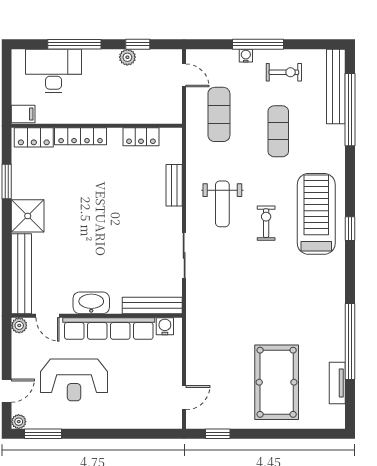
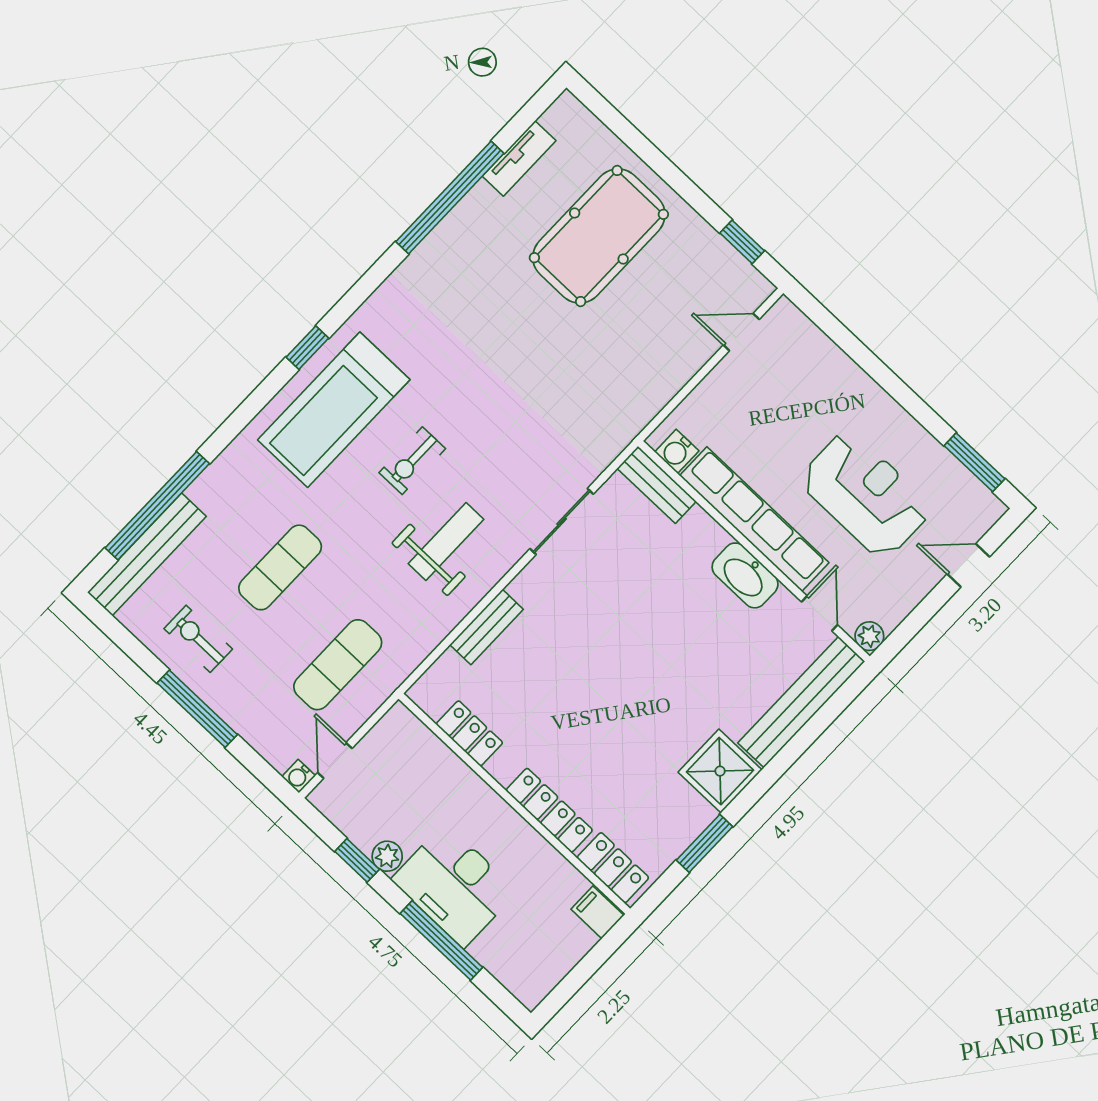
water cooler: (246, 56) -> (299, 776), moved
desk: (54, 71) -> (454, 885), moved
bench: (152, 305) -> (657, 485), width x0.73
plant: (19, 422) -> (991, 509), removed

